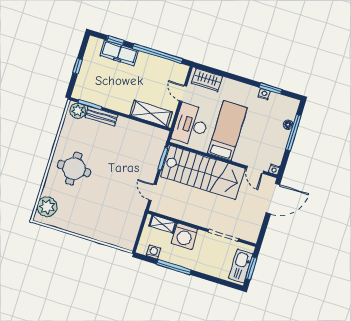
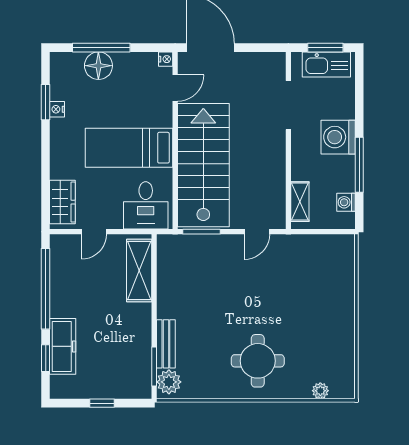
desk: (191, 125) -> (146, 205), width x0.73
floor lamp: (288, 125) -> (98, 66), width x1.89, depth x1.89
plant: (47, 207) -> (320, 391), width x0.53, depth x0.53
washing machine: (185, 236) -> (338, 137), moved, turned 180

